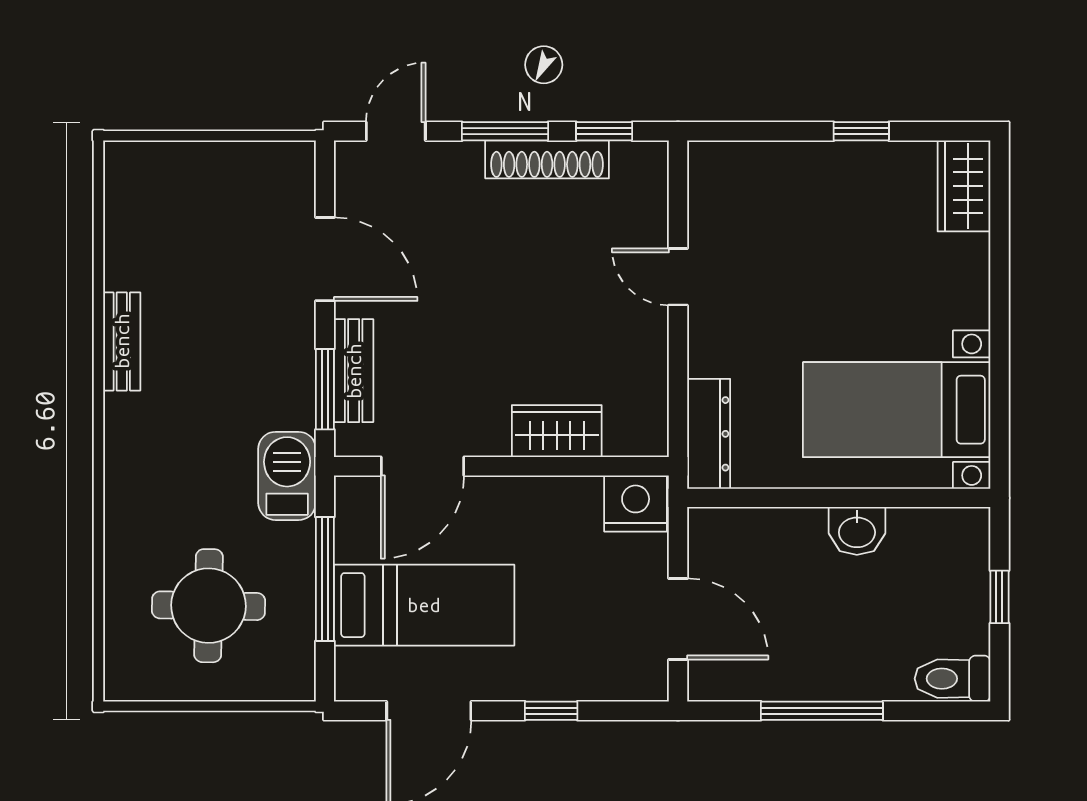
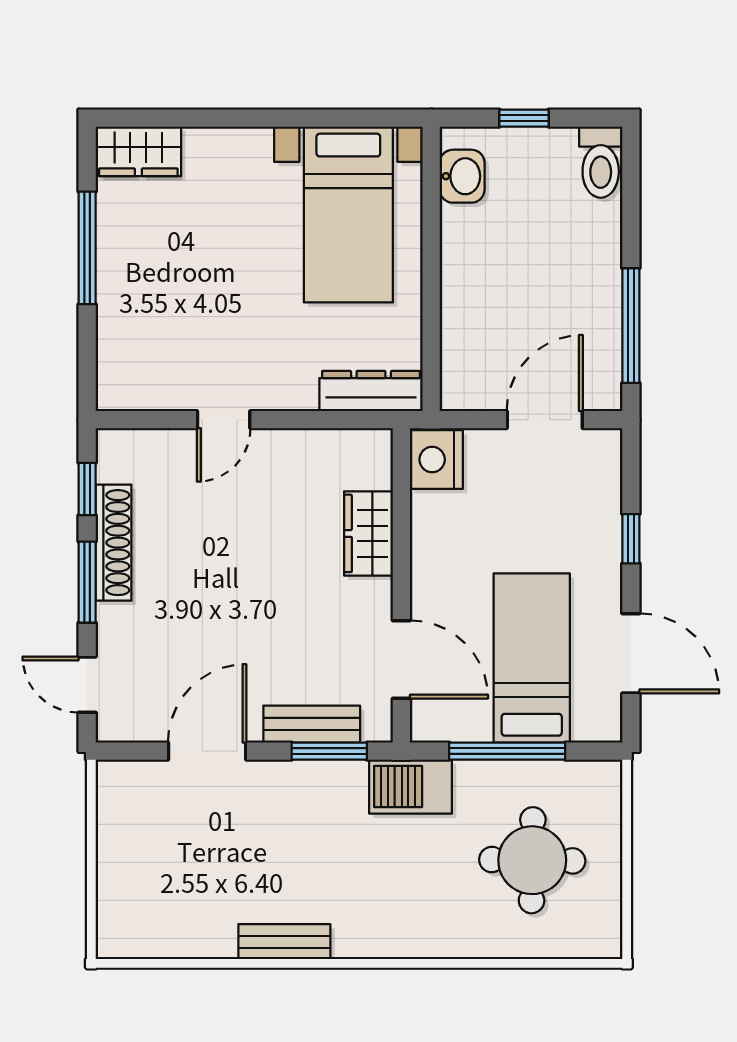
window: (861, 131) -> (87, 248), width x2.17
washbasin: (857, 531) -> (462, 176), moved
window: (822, 711) -> (631, 326), moved

